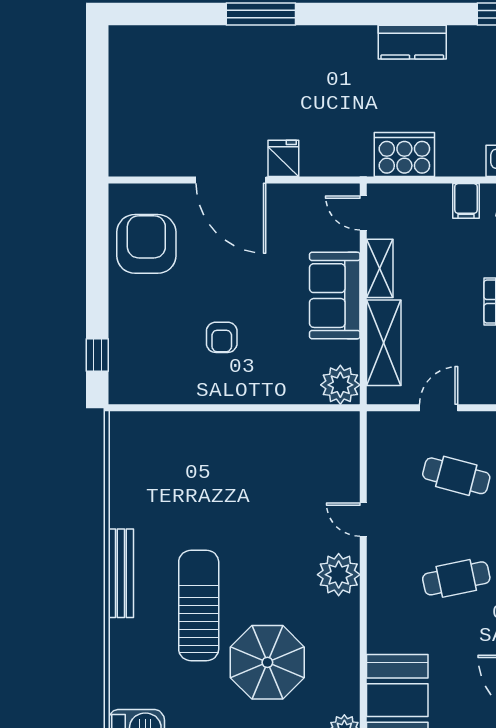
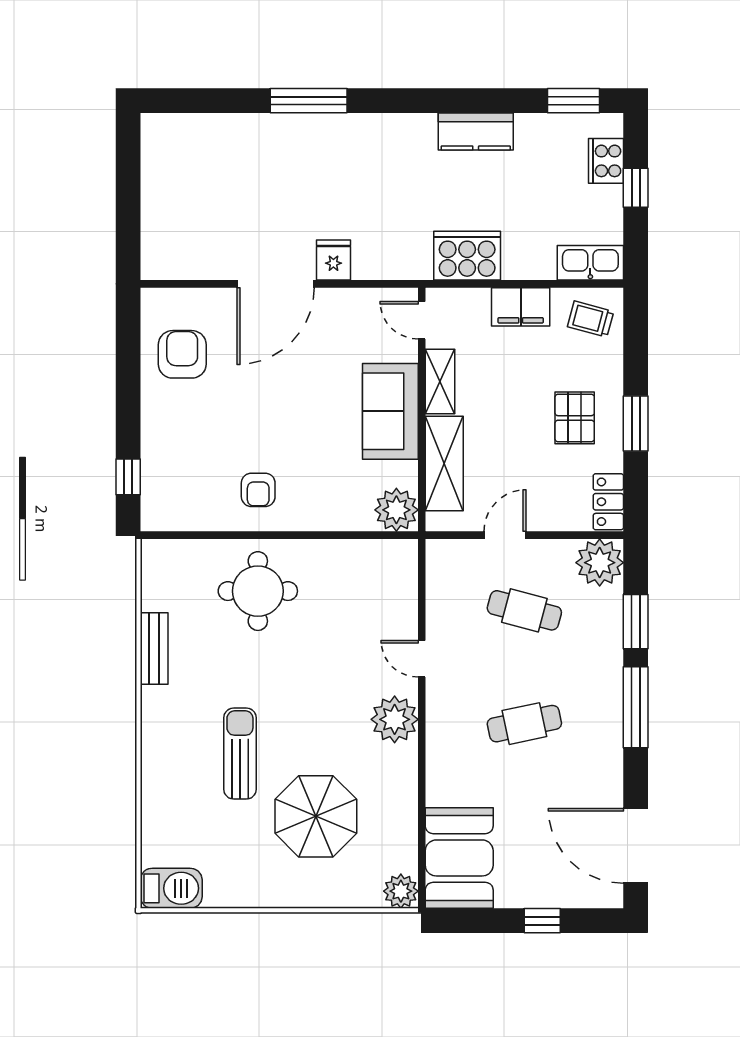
door: (231, 180) -> (276, 284), hinge flipped
filing cabinet: (466, 201) -> (521, 307), width x2.00
armchair: (146, 244) -> (182, 354), width x0.73, depth x0.73
armchair: (222, 337) -> (258, 490), moved
round table: (215, 458) -> (258, 591), added
bench: (121, 573) -> (154, 649), moved, width x0.73
sun lounger: (199, 605) -> (240, 754), width x0.73, depth x0.75

